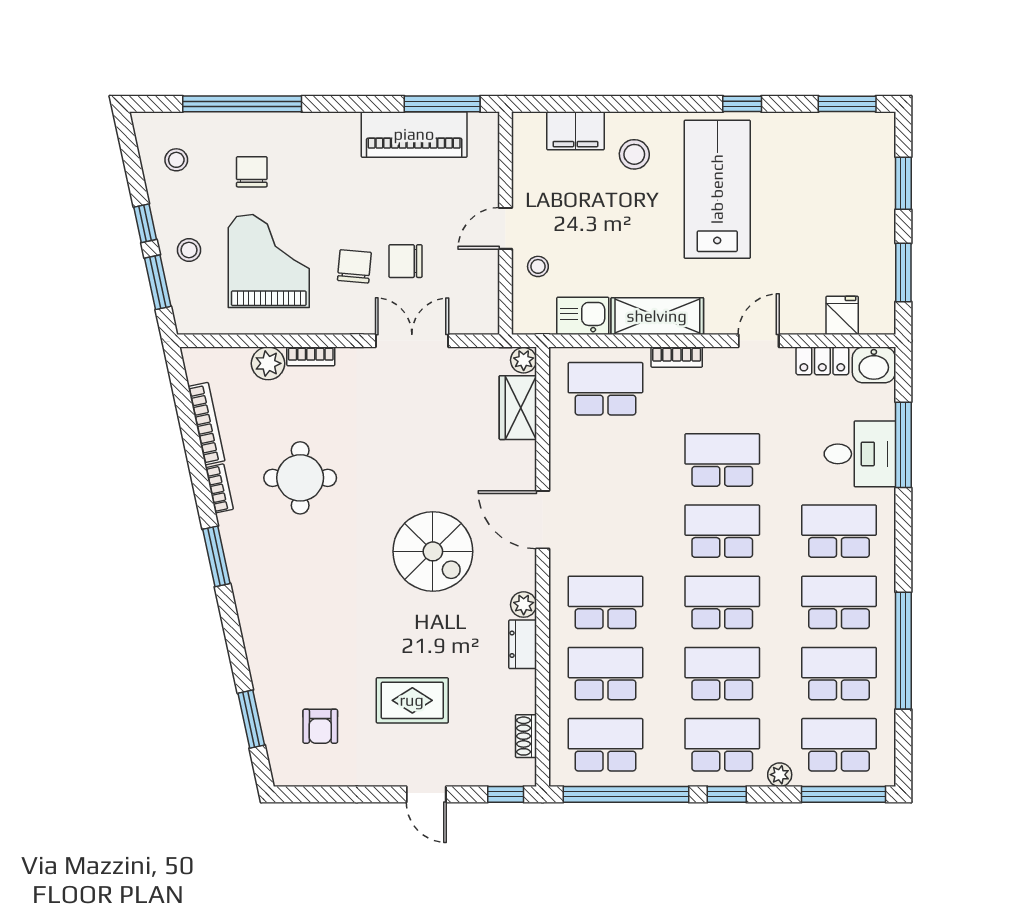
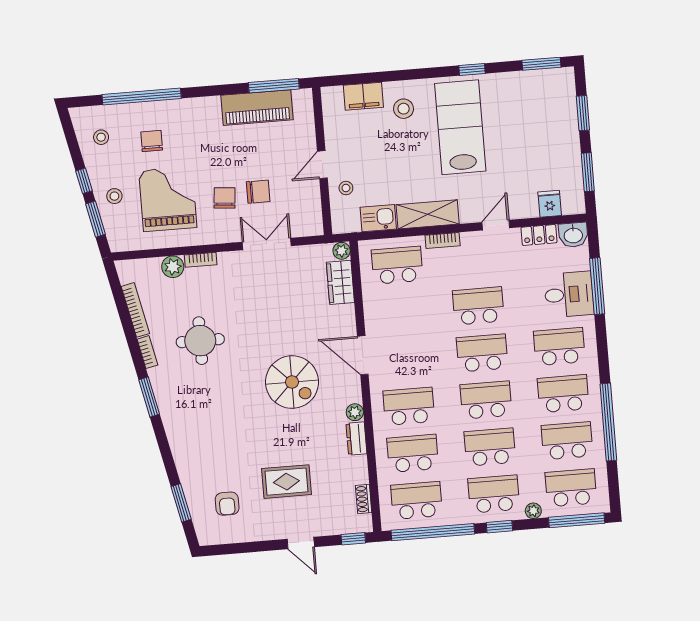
chair: (406, 261) -> (258, 192), turned 180

